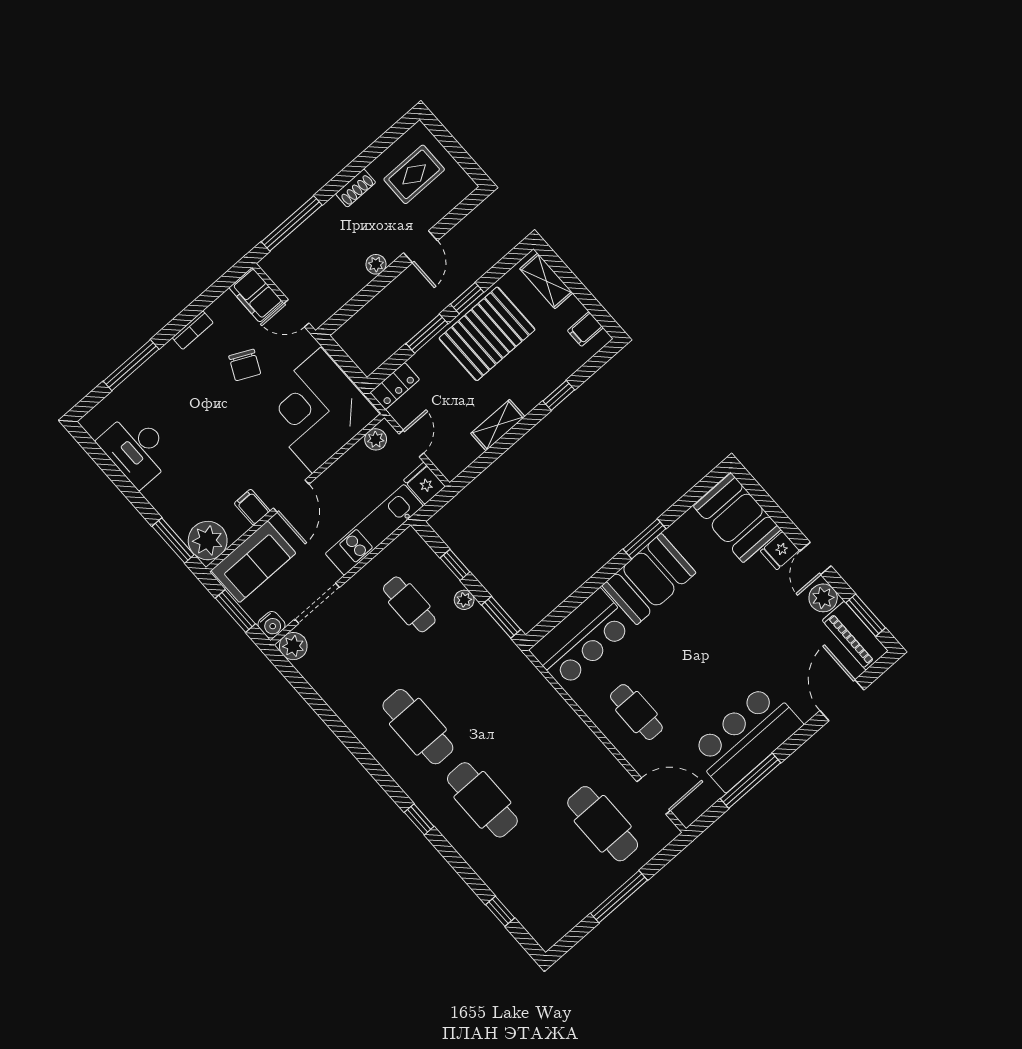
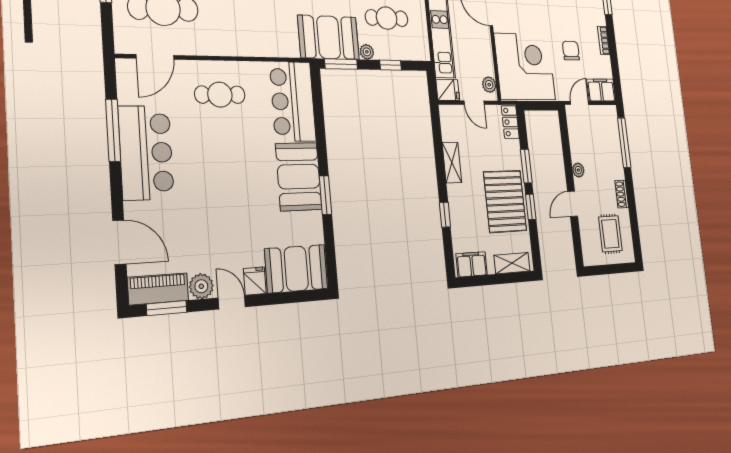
door: (421, 247) -> (573, 204), hinge flipped
filing cabinet: (585, 329) -> (472, 264), width x2.00
chair: (245, 365) -> (571, 51), turned 64
booth: (486, 650) -> (329, 37), added

